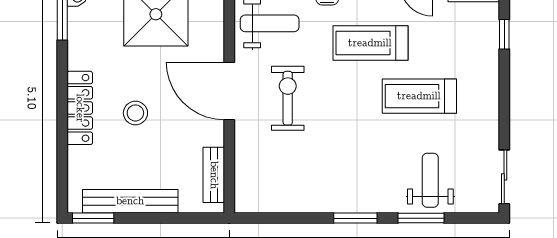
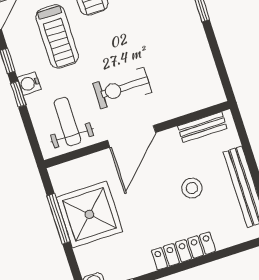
stool: (135, 113) -> (192, 188), moved

